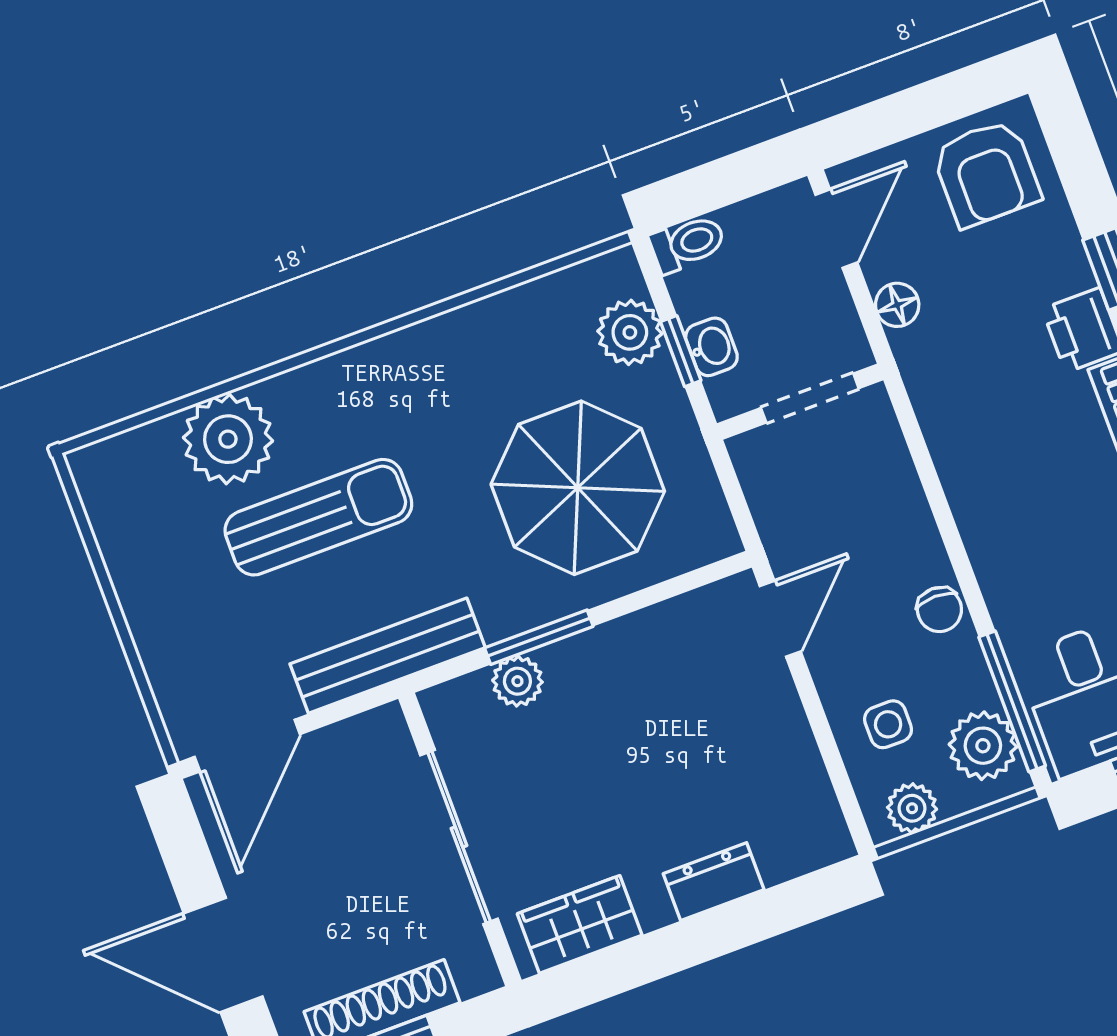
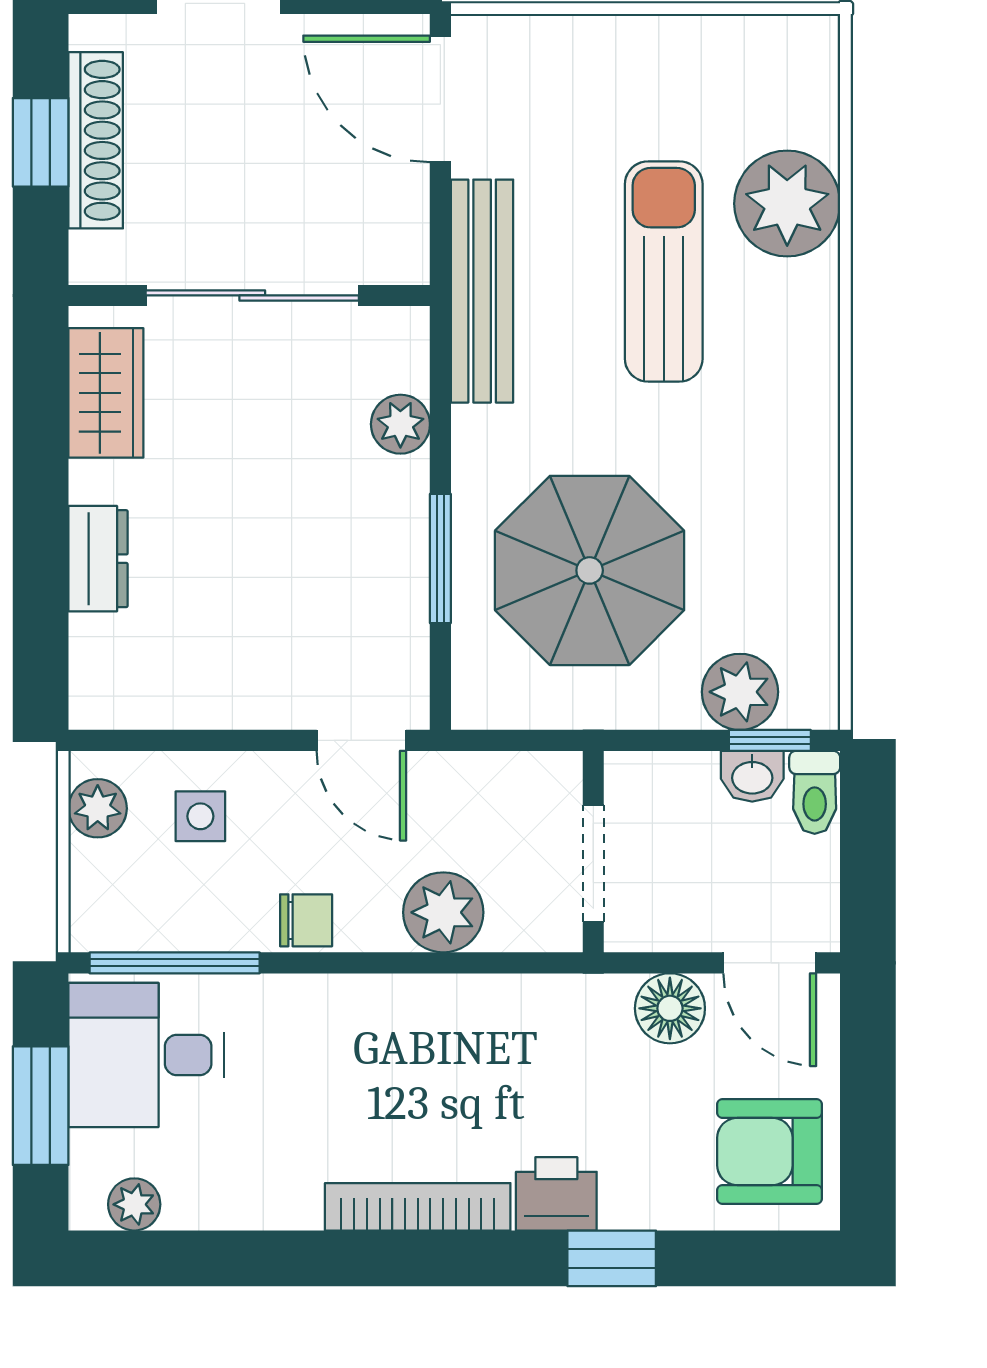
floor lamp: (897, 305) -> (670, 1008), width x1.37, depth x1.37
washbasin: (711, 347) -> (752, 776), moved
window: (681, 351) -> (770, 740), moved
sun lounger: (318, 517) -> (664, 271), turned 180
chair: (939, 610) -> (306, 920), turned 180
window: (539, 637) -> (440, 559), moved
plant: (983, 746) -> (443, 912), moved

